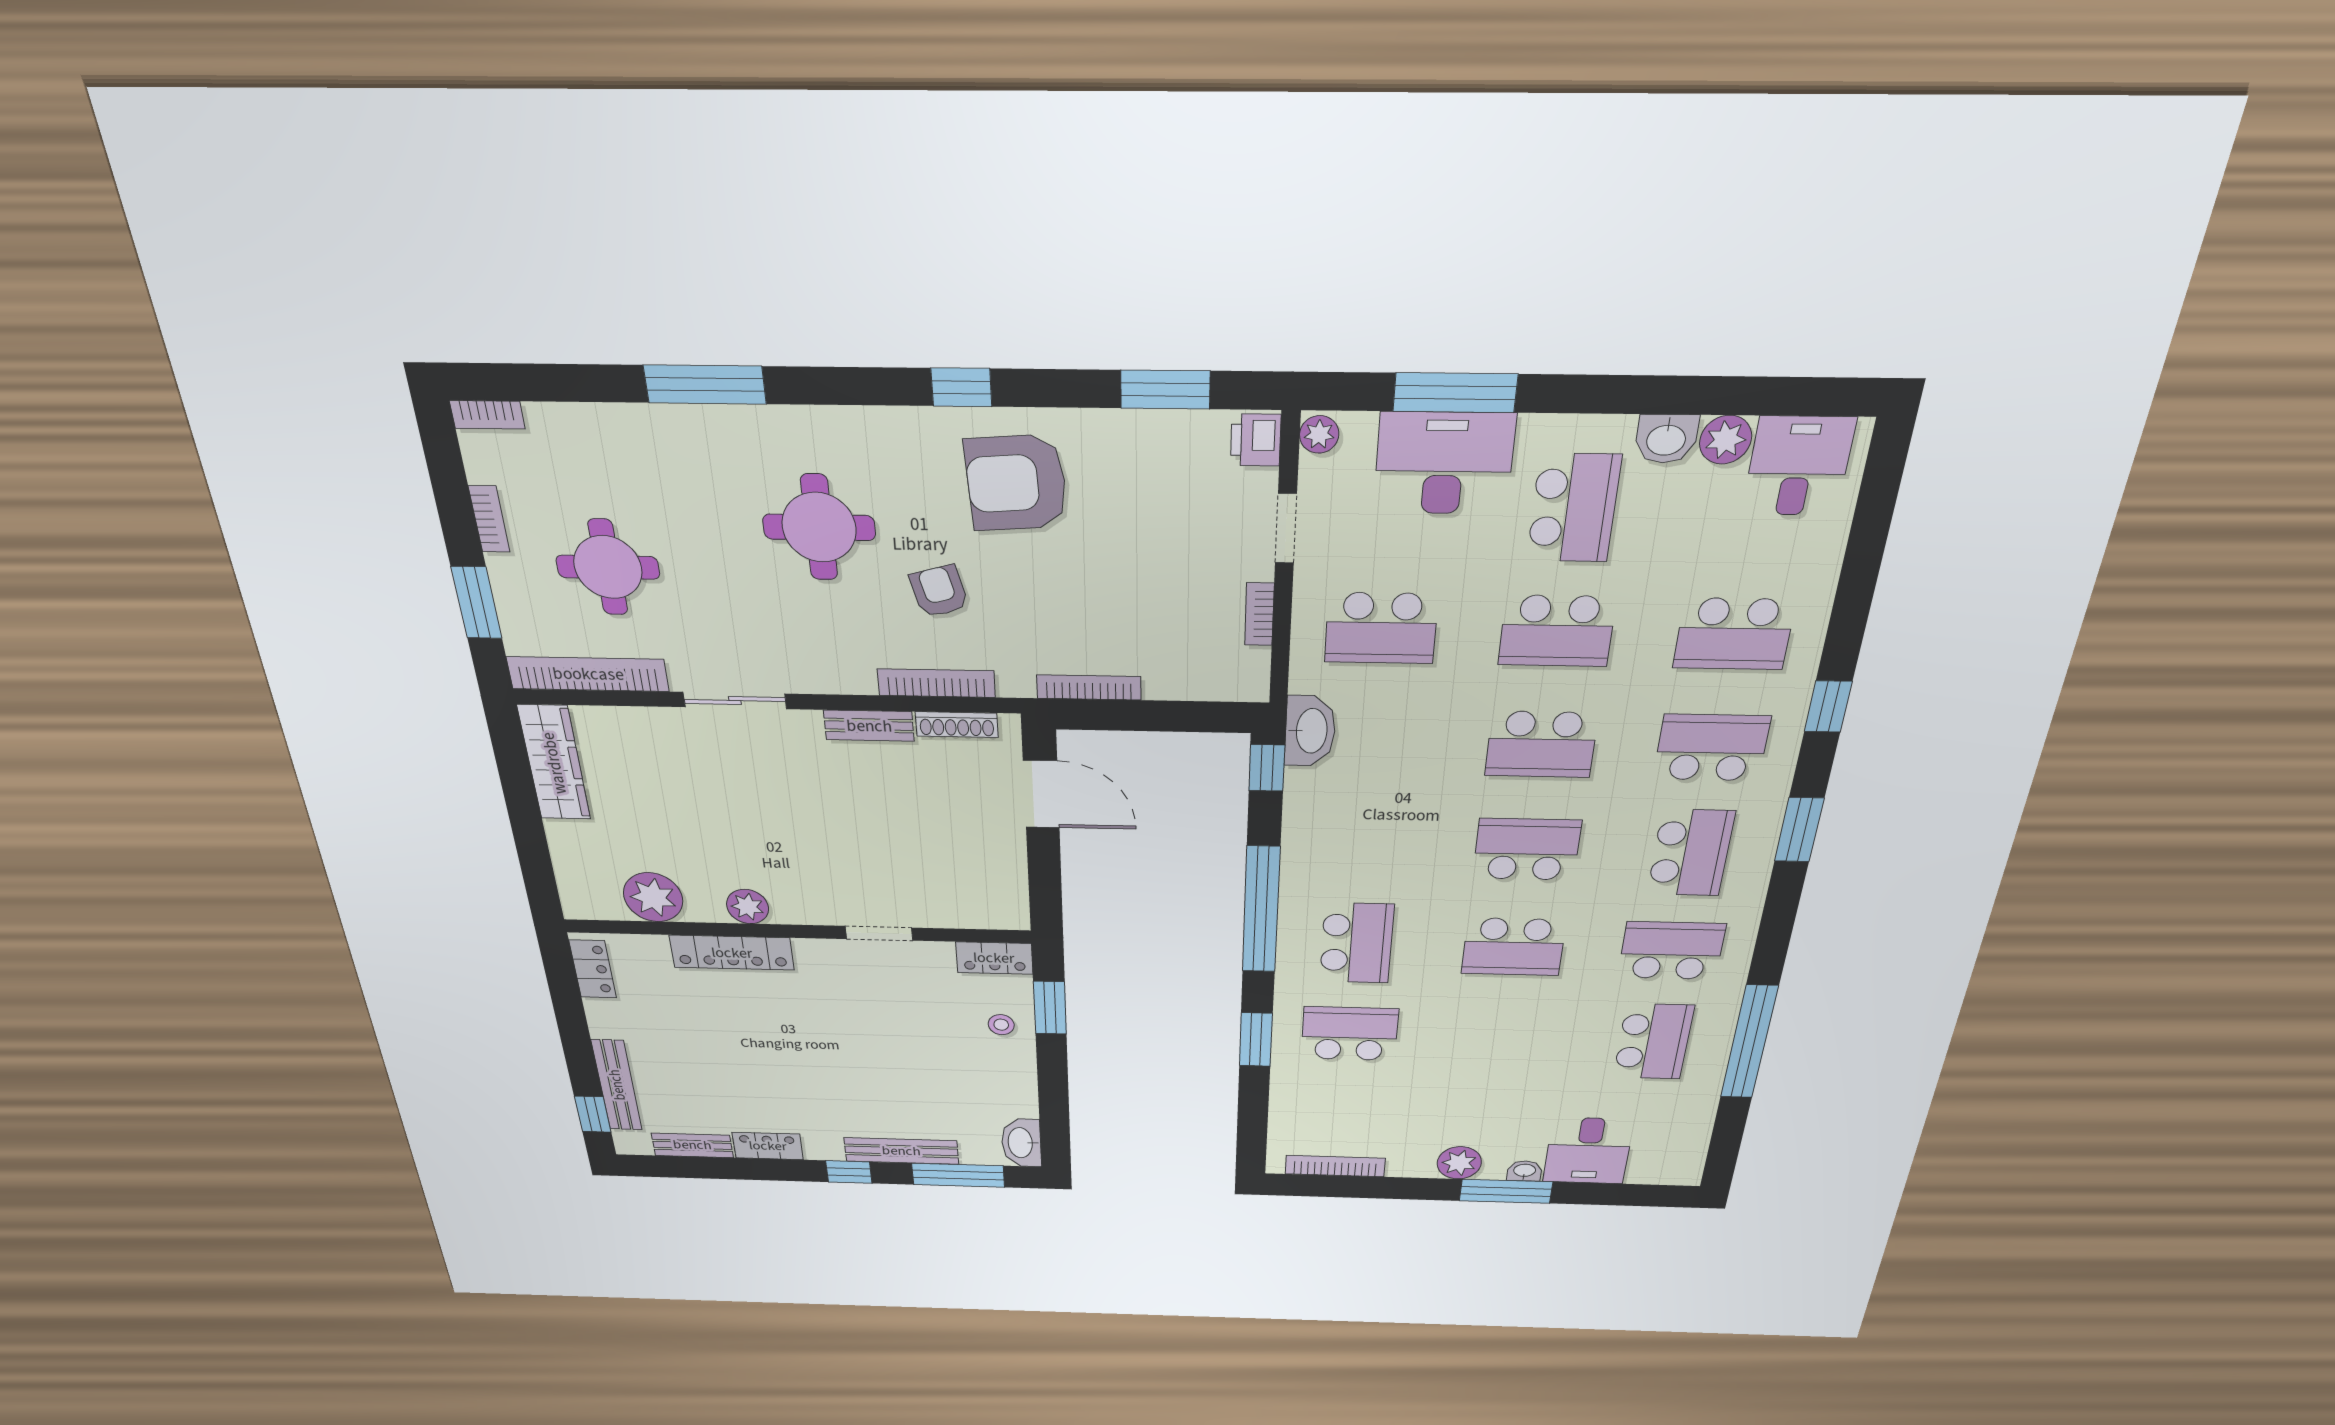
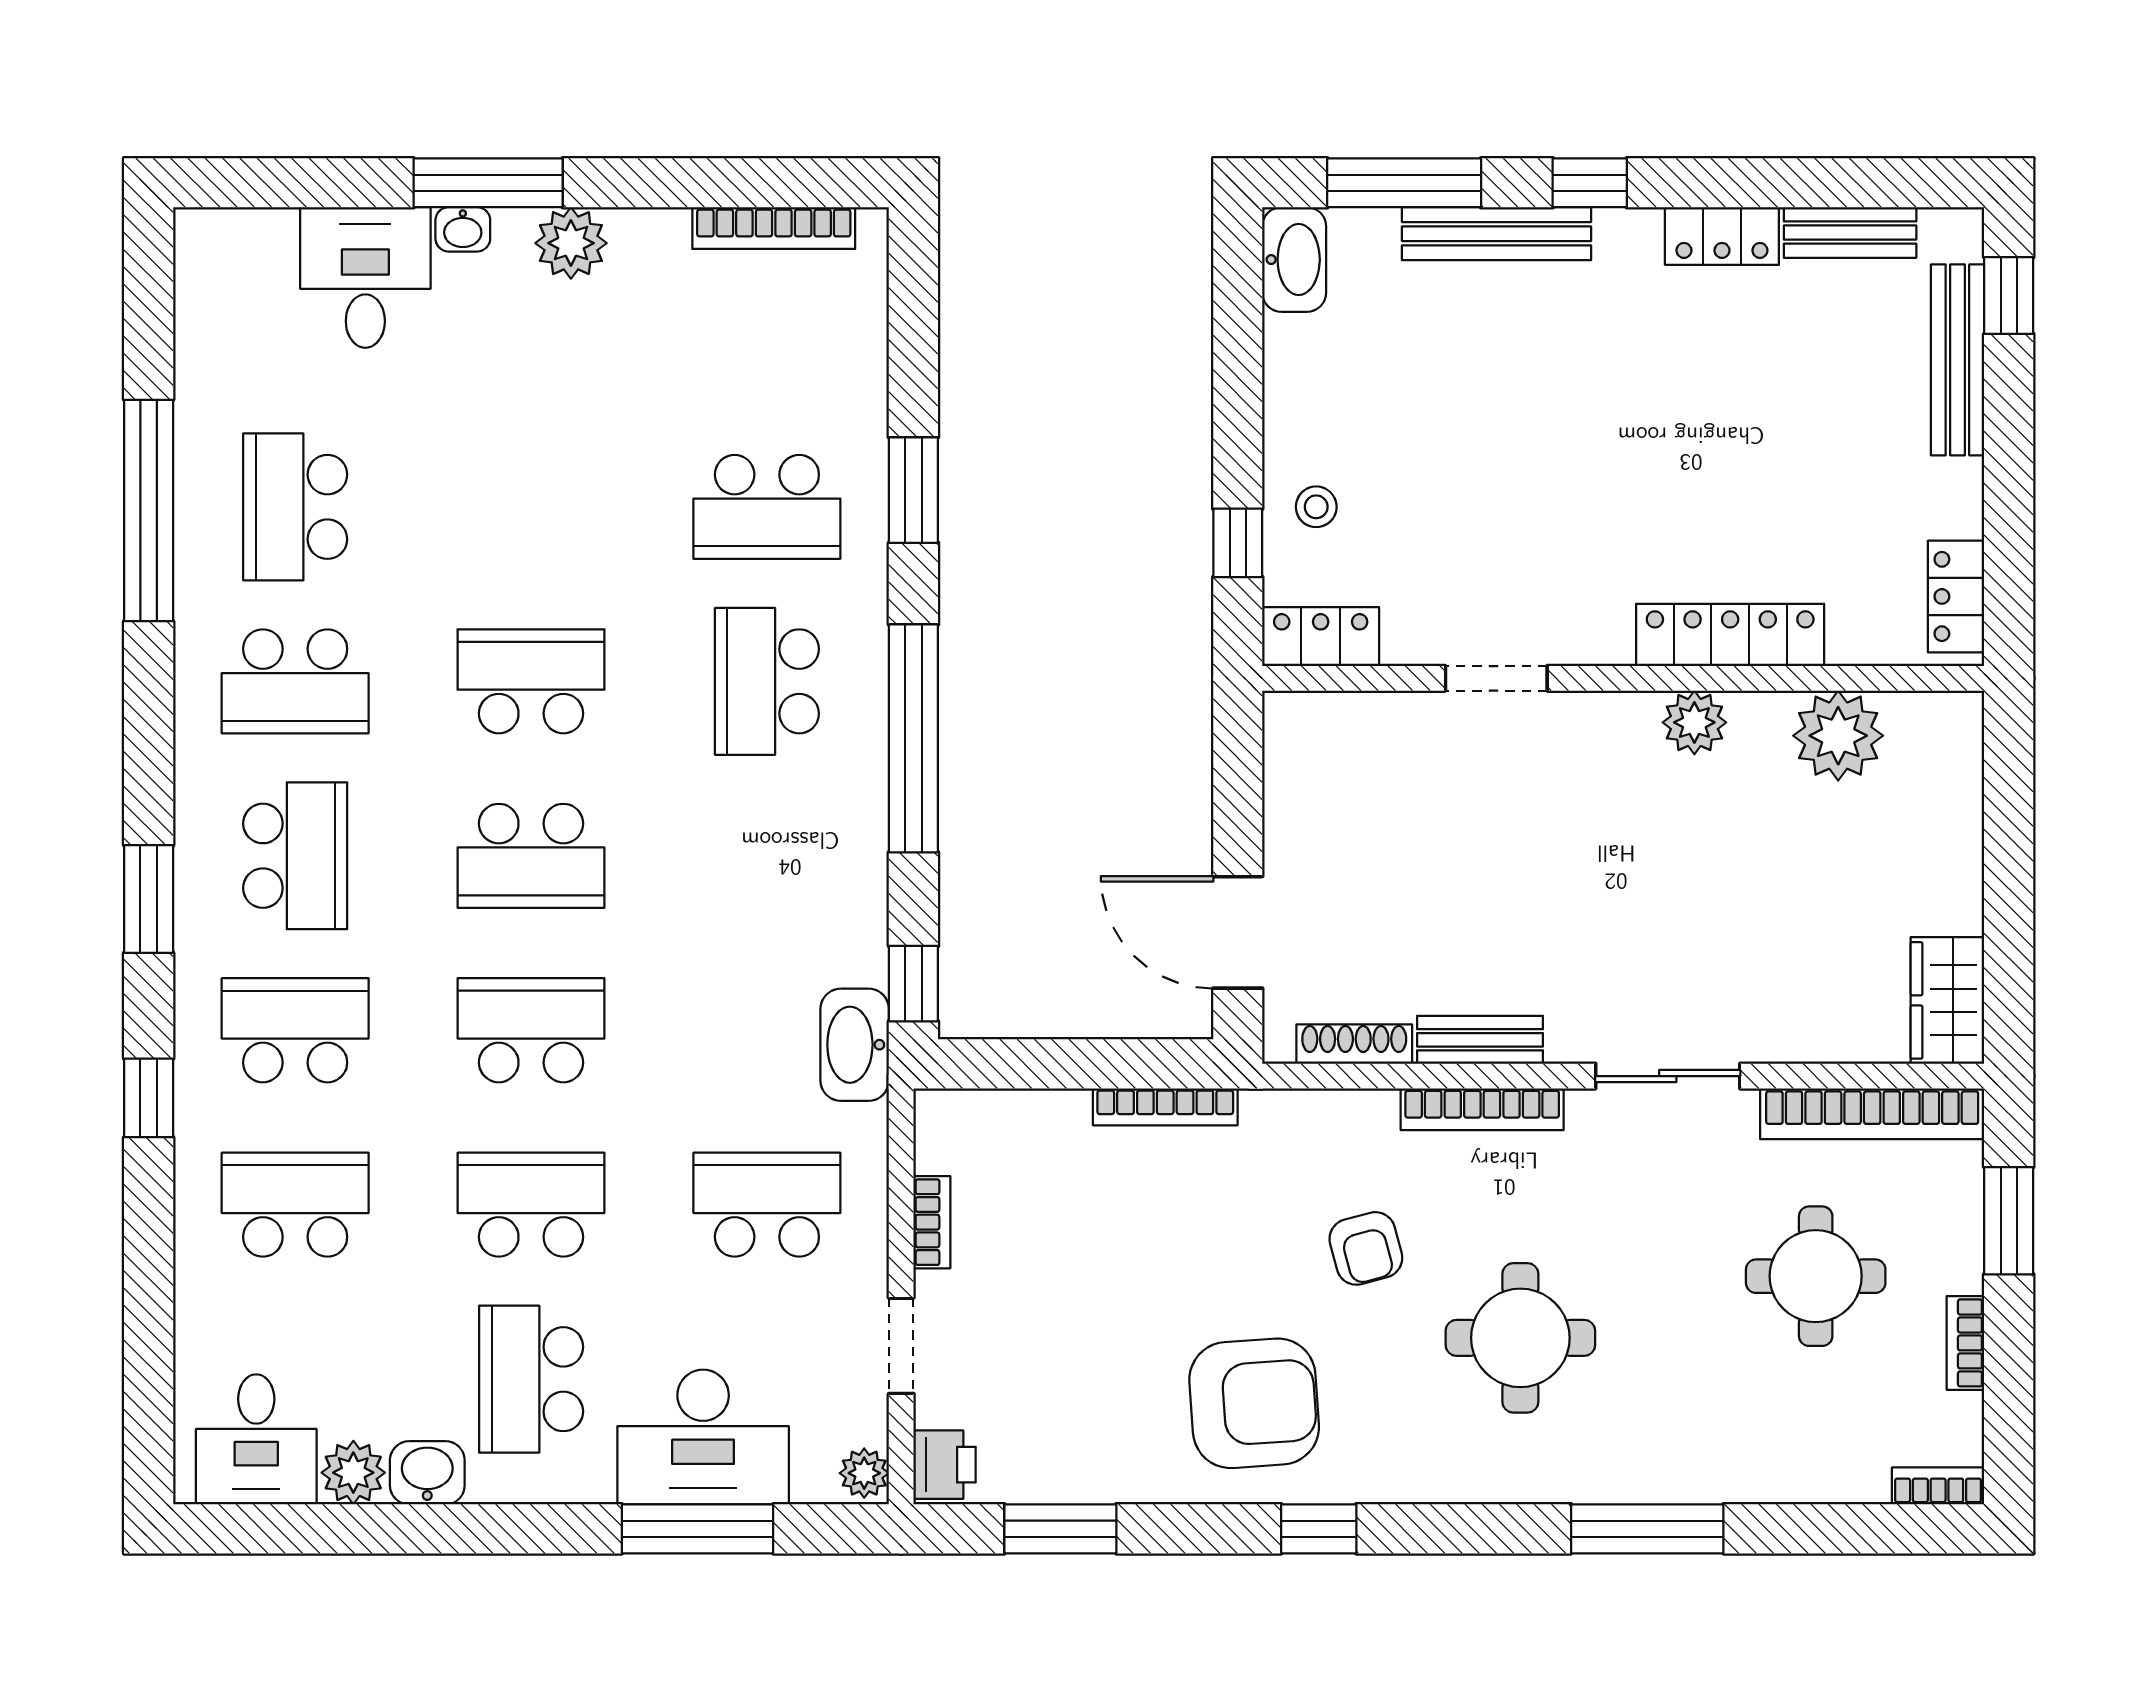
bookcase: (936, 683) -> (1482, 1109), moved
school desk: (1712, 748) -> (295, 1030), turned 180
wardrobe: (554, 763) -> (1947, 1000), width x0.67
school desk: (1691, 853) -> (295, 856), turned 180
window: (1050, 1008) -> (1238, 543), width x0.67

